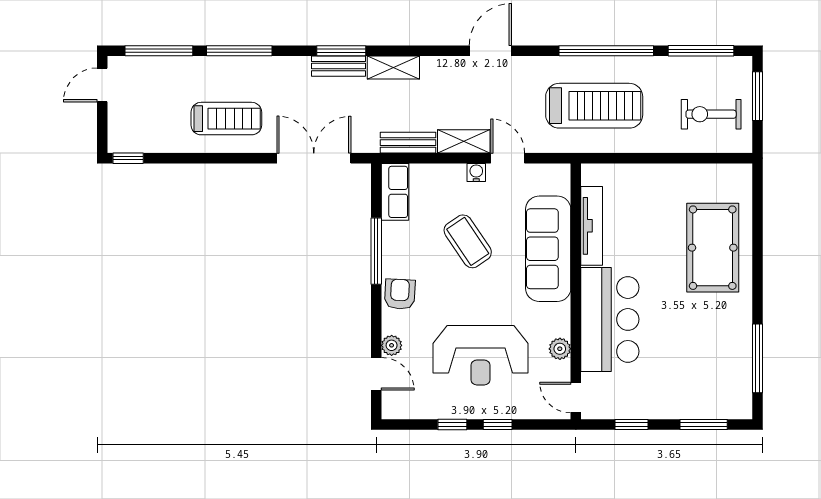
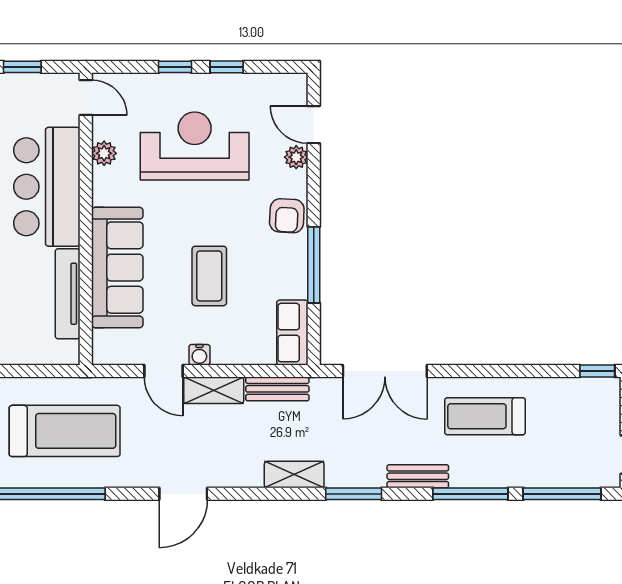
bench: (339, 66) -> (418, 476), moved
treadmill: (594, 106) -> (65, 431), turned 180
coffee table: (468, 241) -> (209, 276), turned 34

